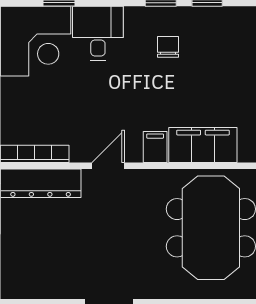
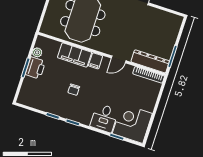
chair: (168, 47) -> (74, 90), moved

